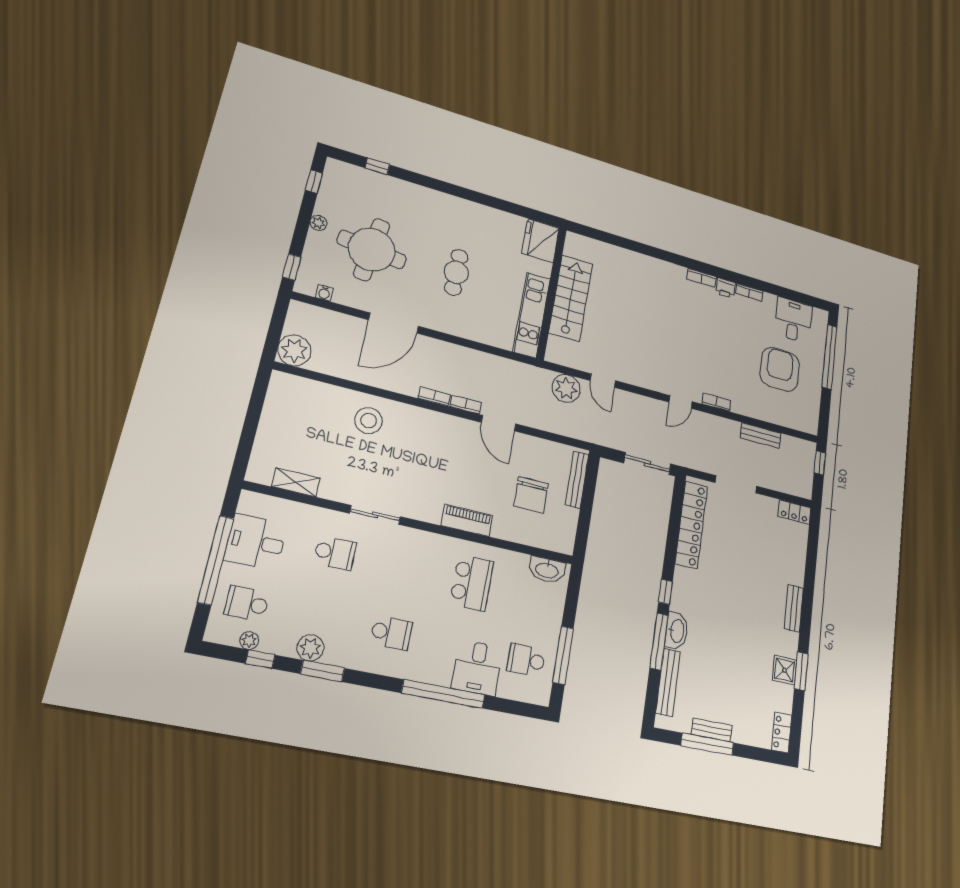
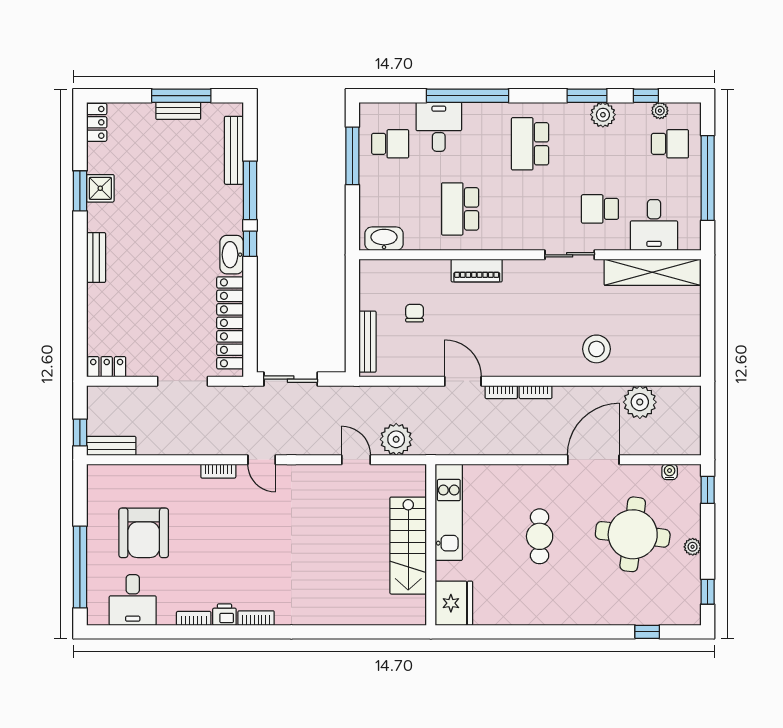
plant: (294, 350) -> (640, 402), moved
door: (681, 402) -> (262, 460), swing flipped
bench: (760, 435) -> (111, 446), moved
shelving: (296, 482) -> (652, 272), width x2.20, depth x1.33
chair: (531, 495) -> (415, 313), width x0.54, depth x0.54
desk: (256, 542) -> (654, 225), moved, turned 90
washbasin: (677, 631) -> (232, 255), moved
school desk: (391, 633) -> (530, 144), width x1.85

